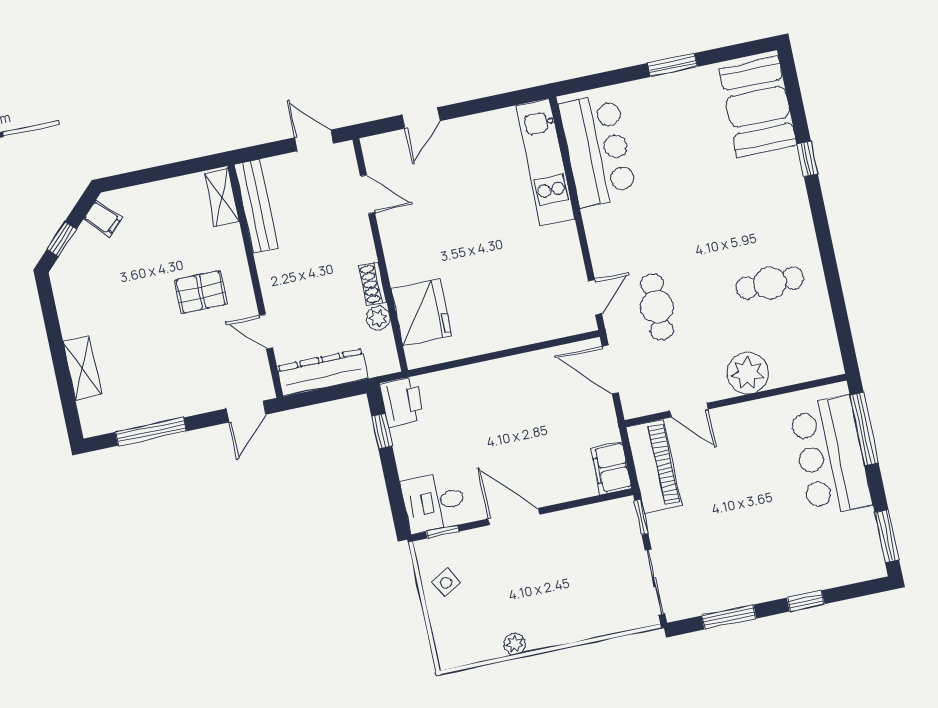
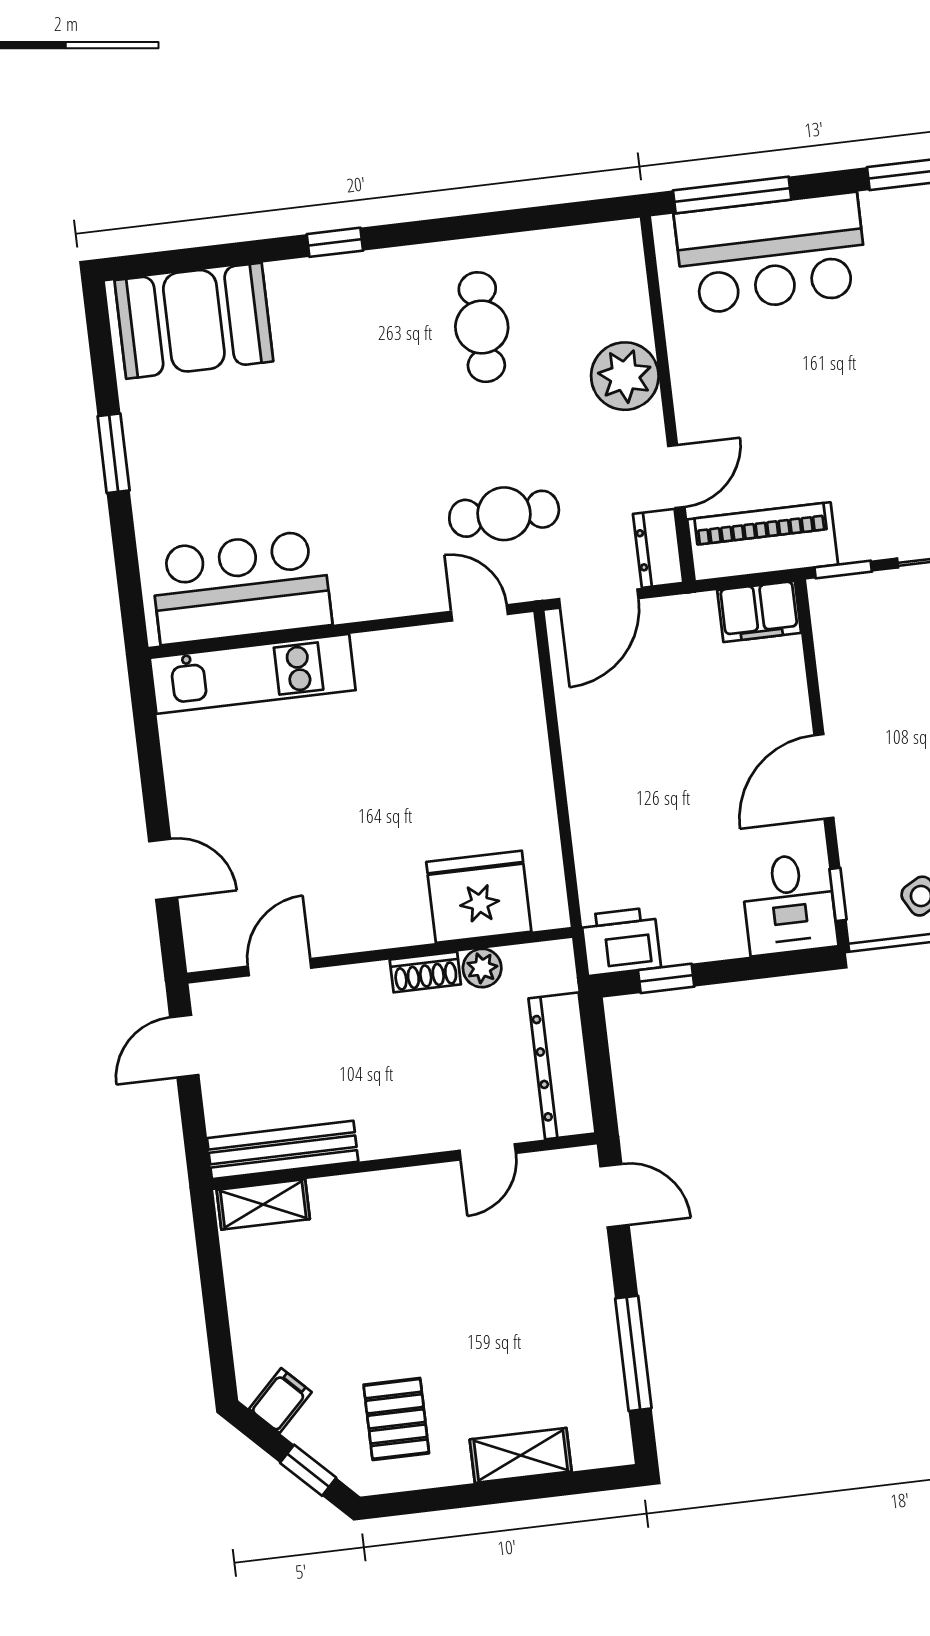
window: (807, 159) -> (335, 242), moved
pallet: (201, 292) -> (396, 1419), moved
dresser: (644, 403) -> (658, 548), added

